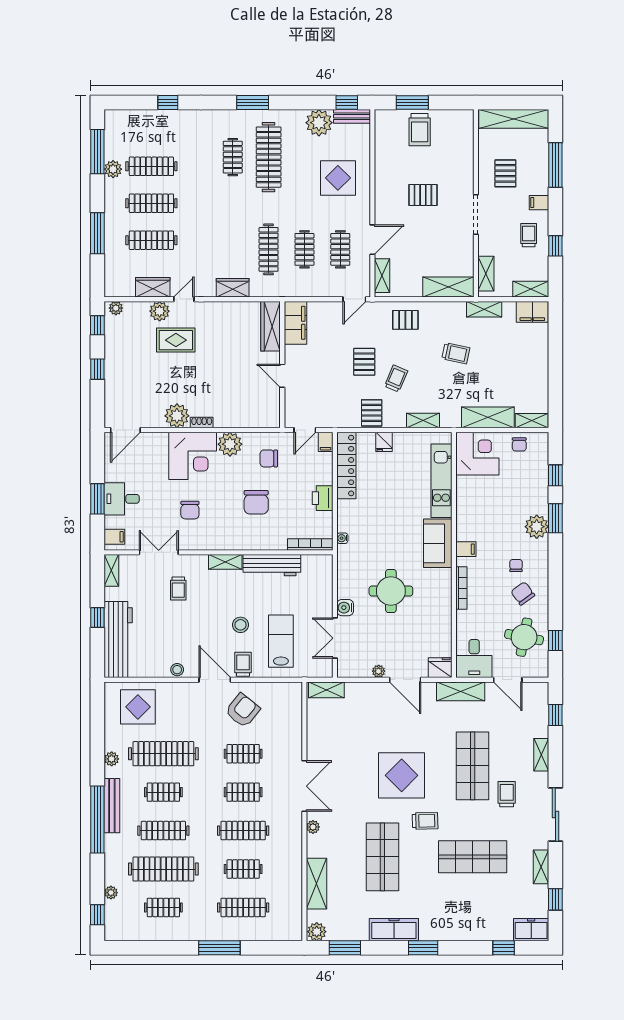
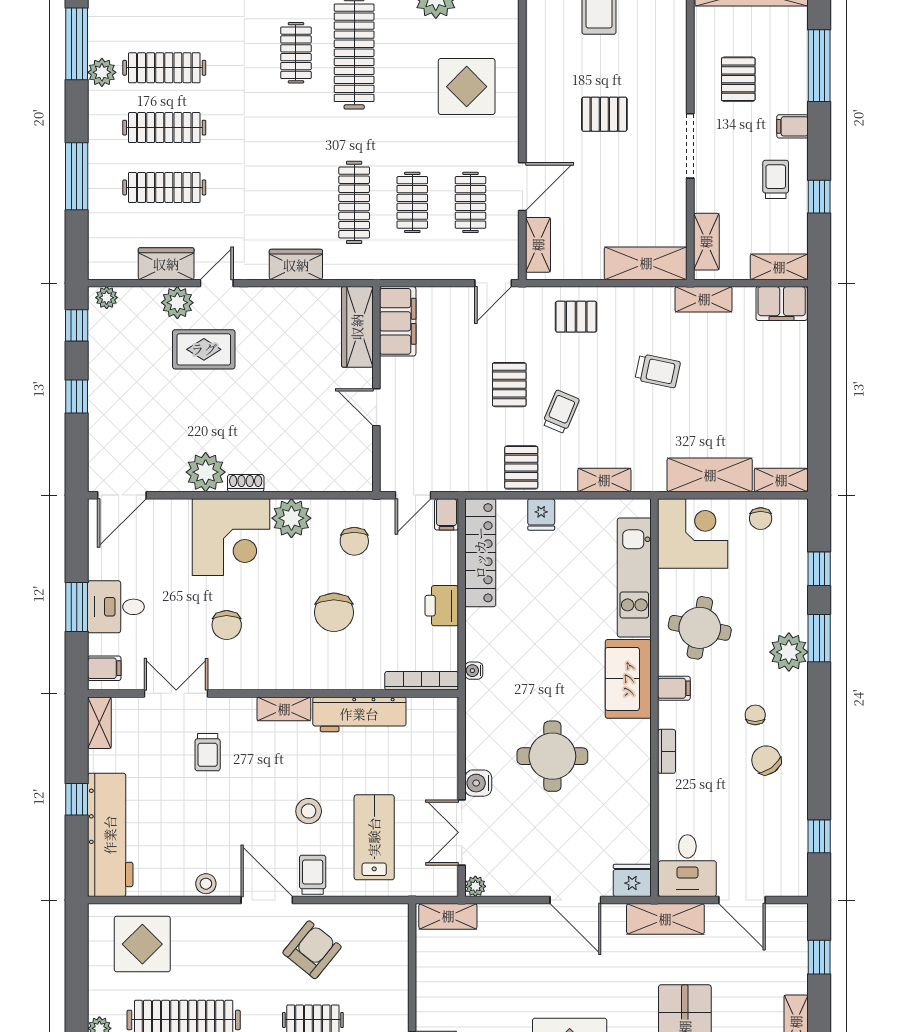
chair: (269, 458) -> (354, 541), turned -90
bookcase: (461, 588) -> (667, 751), width x0.64
round table: (524, 637) -> (700, 628), moved
plant: (379, 671) -> (475, 886), moved

